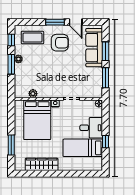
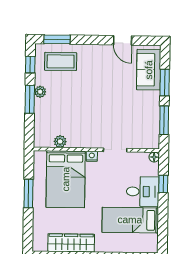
window: (55, 22) -> (57, 39), moved
armchair: (60, 43) -> (100, 69), removed
sofa: (94, 48) -> (149, 70), width x0.73
window: (105, 142) -> (163, 184), moved
window: (11, 145) -> (28, 193), moved

